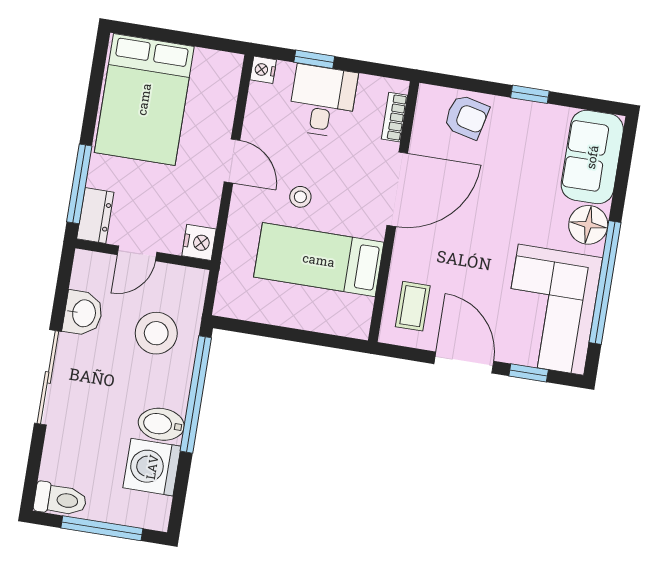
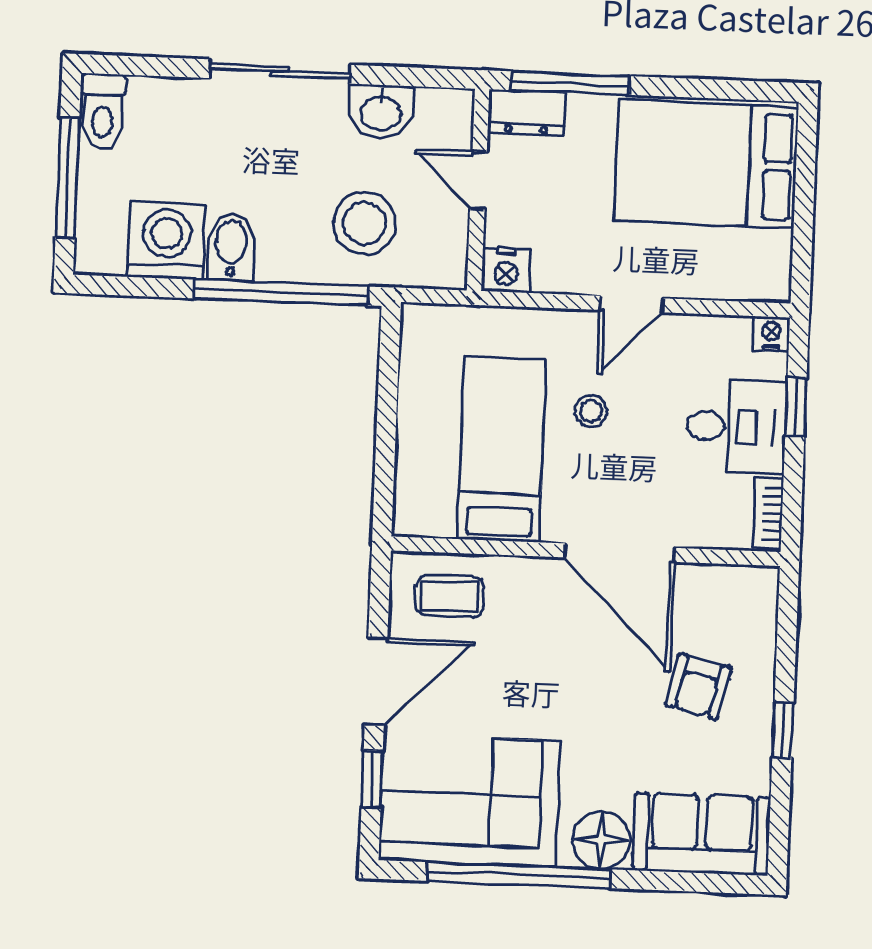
bookcase: (395, 117) -> (768, 513), moved, turned -90
armchair: (467, 117) -> (698, 686), moved

